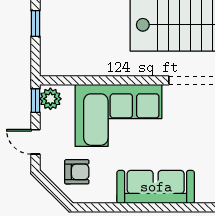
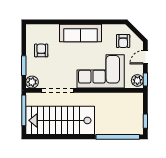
door: (35, 142) -> (145, 57), swing flipped
armchair: (77, 172) -> (123, 41), turned -90

